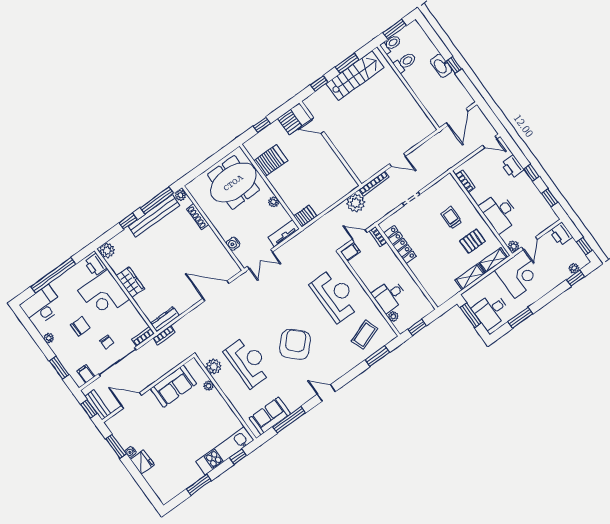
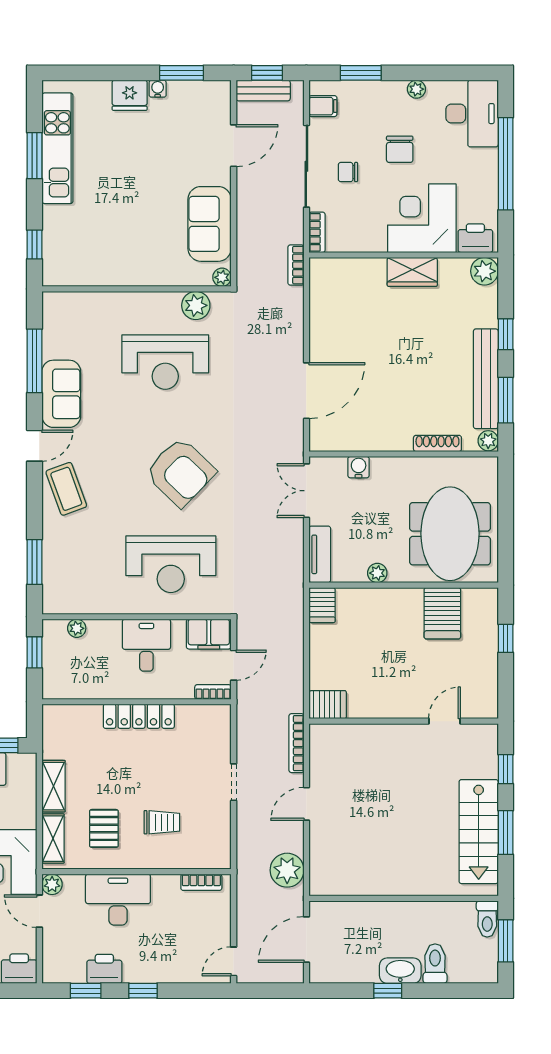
toilet: (405, 62) -> (435, 964), moved, turned 180
door: (457, 117) -> (306, 939), hinge flipped
server rack: (290, 122) -> (328, 705), moved, turned 180
printer: (513, 167) -> (104, 969), moved
window: (157, 200) -> (506, 400), width x0.69
plant: (356, 203) -> (287, 870), moved
locker: (400, 245) -> (139, 716), moved
filing cabinet: (350, 252) -> (209, 634), width x2.00
desk: (389, 296) -> (146, 645), moved
dresser: (165, 319) -> (319, 284), removed
coffee table: (364, 335) -> (66, 489), moved
armchair: (295, 344) -> (180, 472), moved
plant: (209, 386) -> (222, 277), moved
sofa: (270, 416) -> (61, 394), moved
kitchen unit: (225, 451) -> (57, 148), moved

